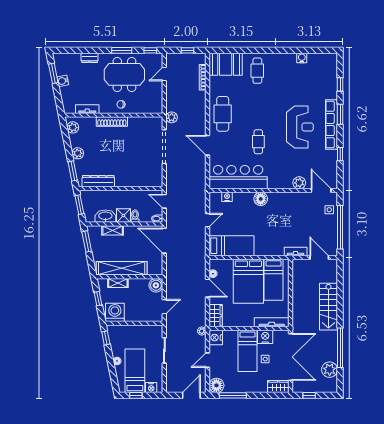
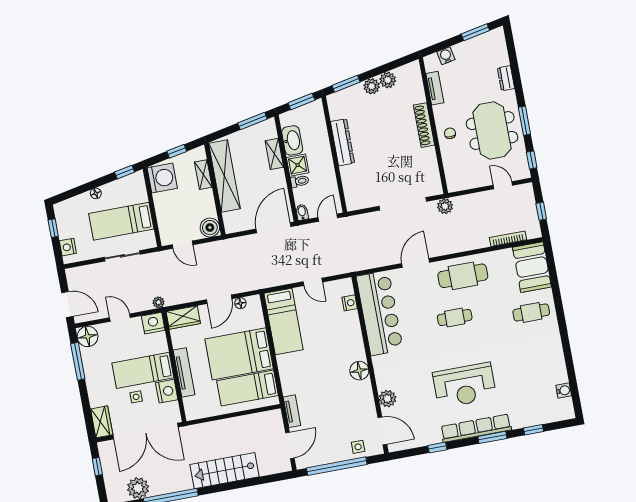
water cooler: (302, 58) -> (564, 391), moved
water cooler: (63, 81) -> (446, 56), moved
plant: (73, 127) -> (388, 80), moved
cafe table: (258, 142) -> (455, 317), moved
dresser: (98, 181) -> (342, 142), moved
door: (321, 191) -> (382, 431), hinge flipped
floor lamp: (261, 199) -> (359, 371), moved
tv unit: (272, 322) -> (184, 372), moved
bed: (135, 371) -> (121, 221), moved, turned 180

